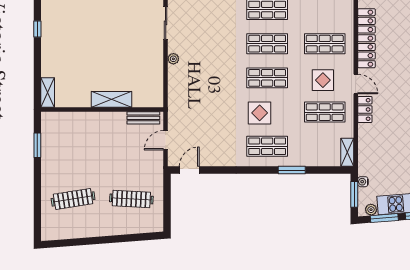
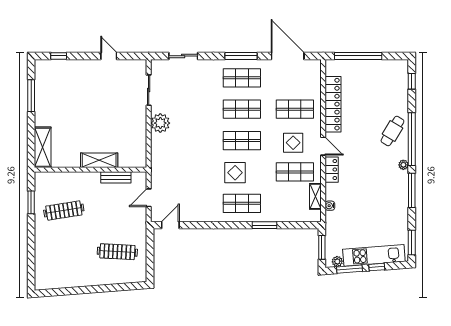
window: (37, 29) -> (31, 96), width x2.17
plant: (173, 59) -> (160, 123), width x1.88, depth x1.88
shelving: (48, 93) -> (43, 147), width x1.50, depth x1.33
bench: (143, 118) -> (116, 177), moved
shelving: (347, 152) -> (315, 196), moved
water cooler: (363, 182) -> (330, 206), moved
clothes rail: (73, 199) -> (64, 211), moved

